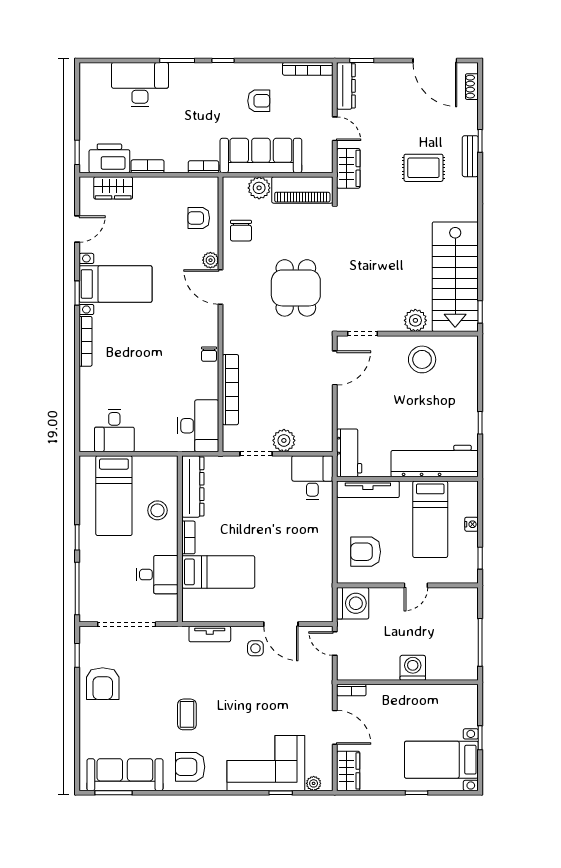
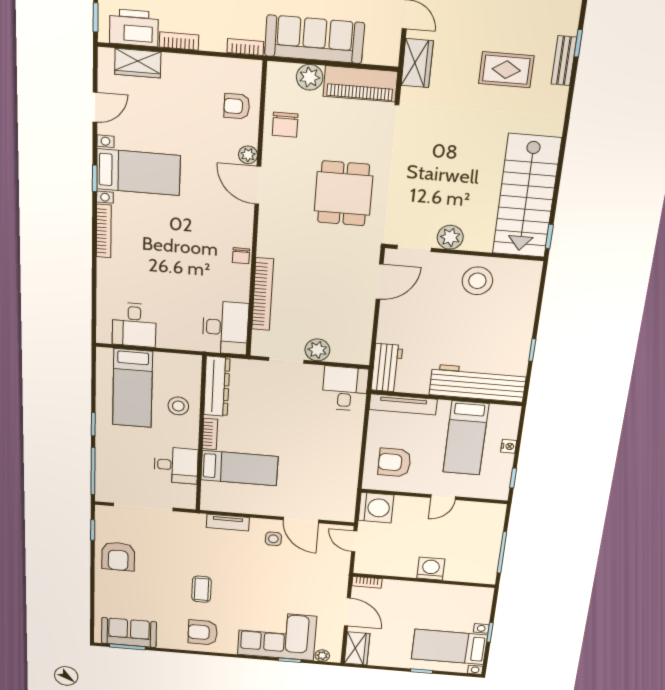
plant: (415, 320) -> (450, 237), moved
sofa: (125, 775) -> (129, 633), width x0.73

